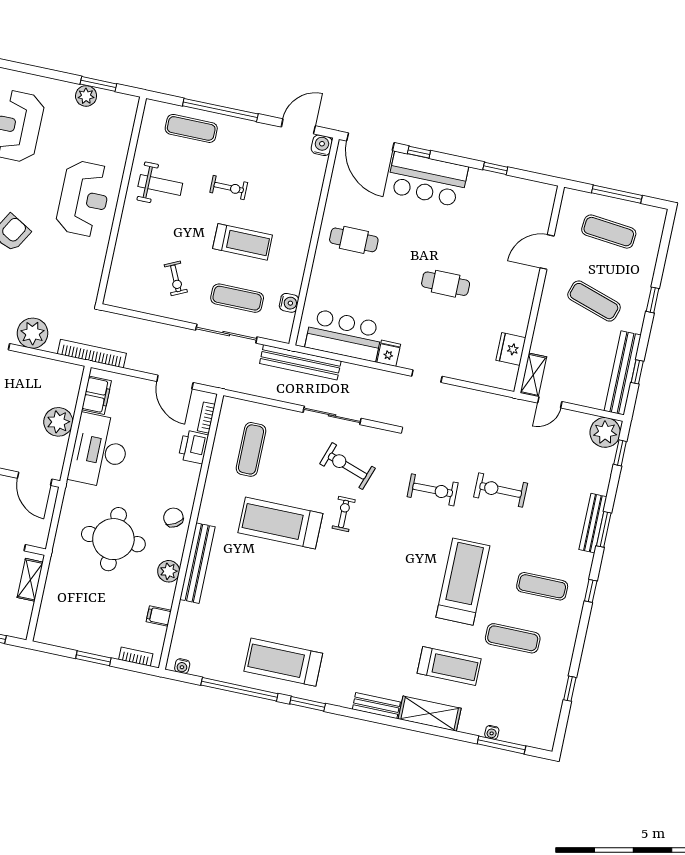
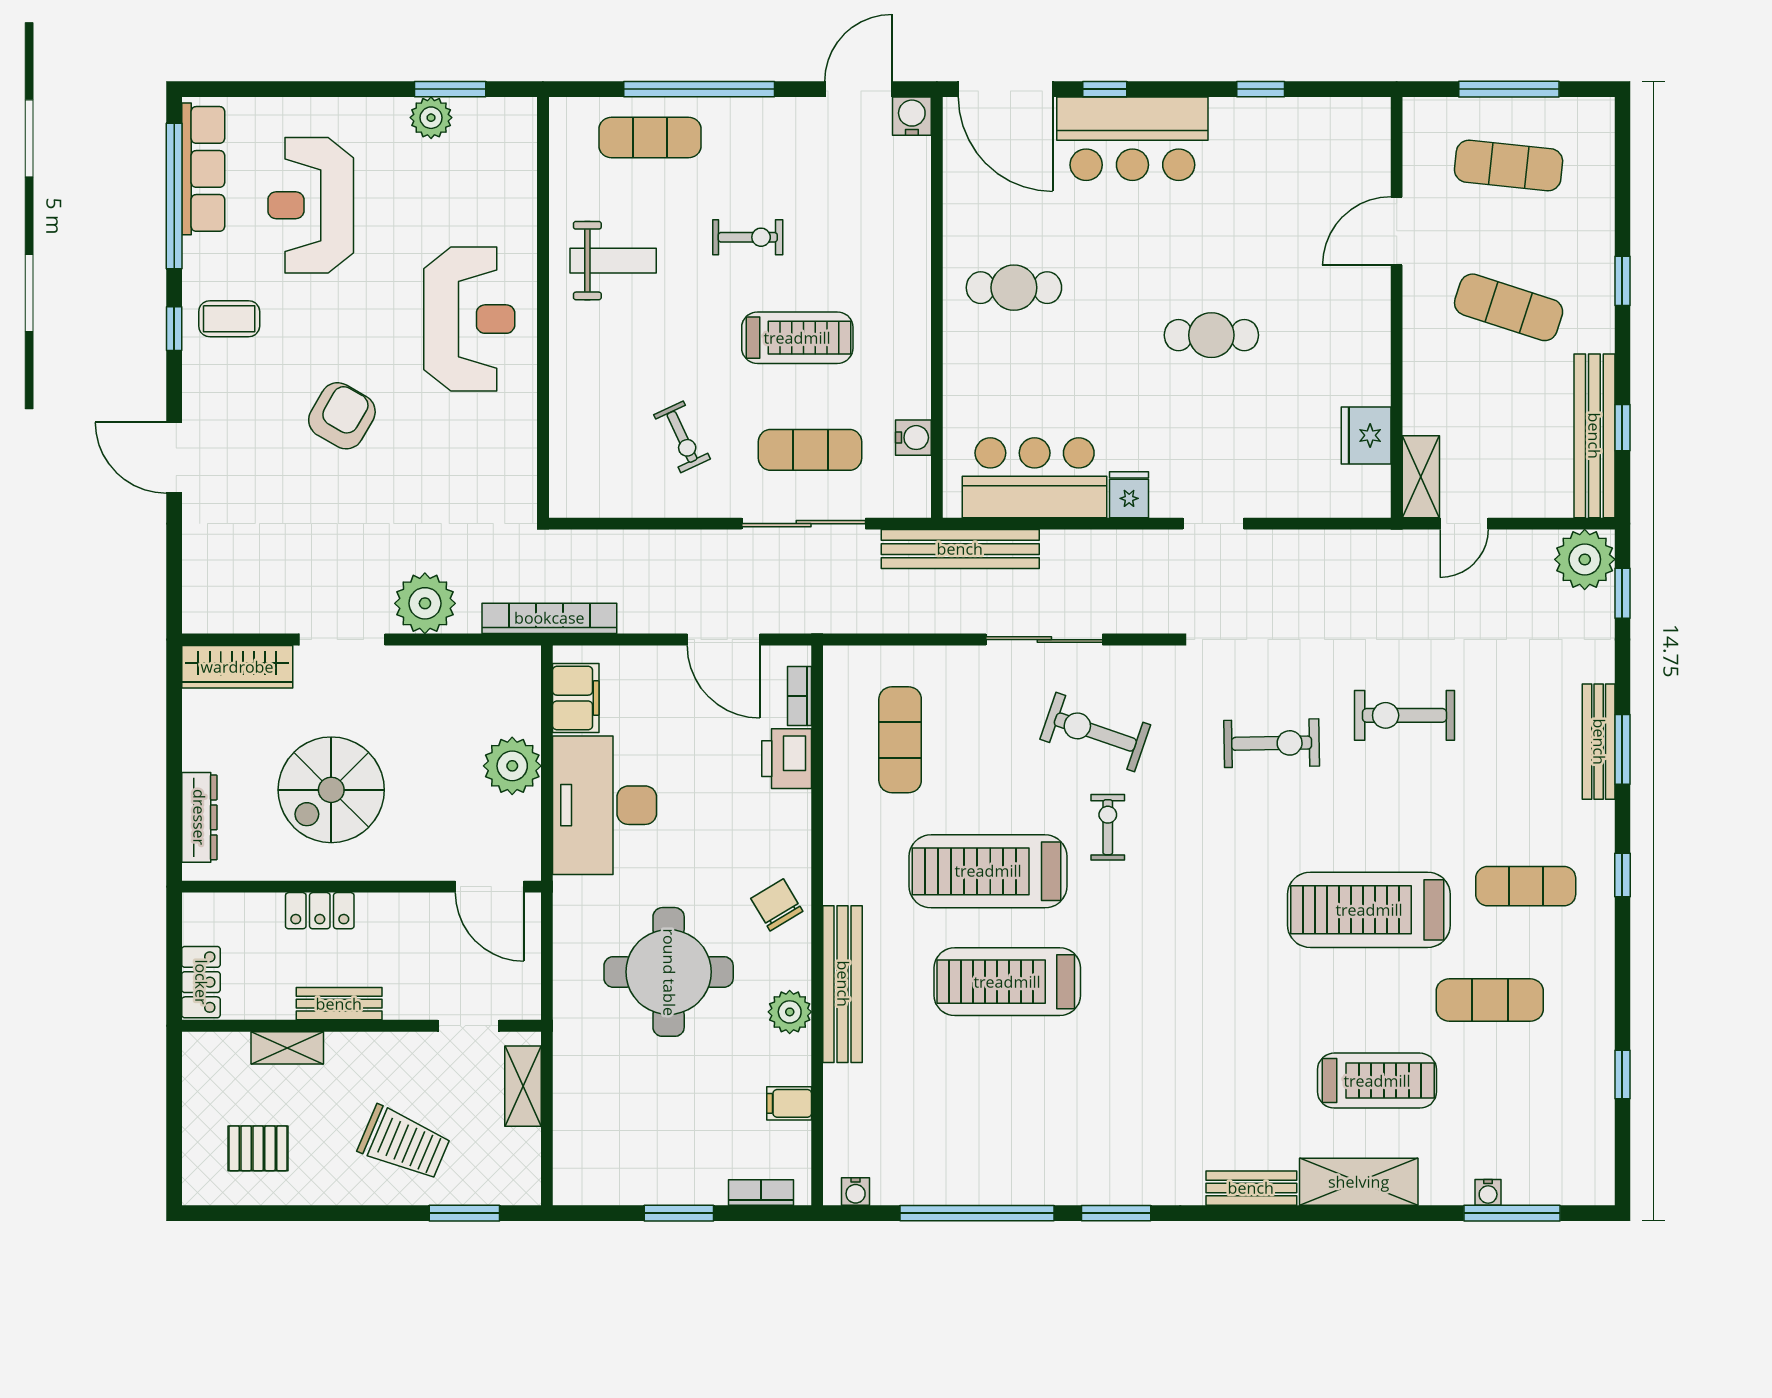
treadmill: (463, 582) -> (1369, 910), turned -90
treadmill: (283, 662) -> (1007, 982), moved

